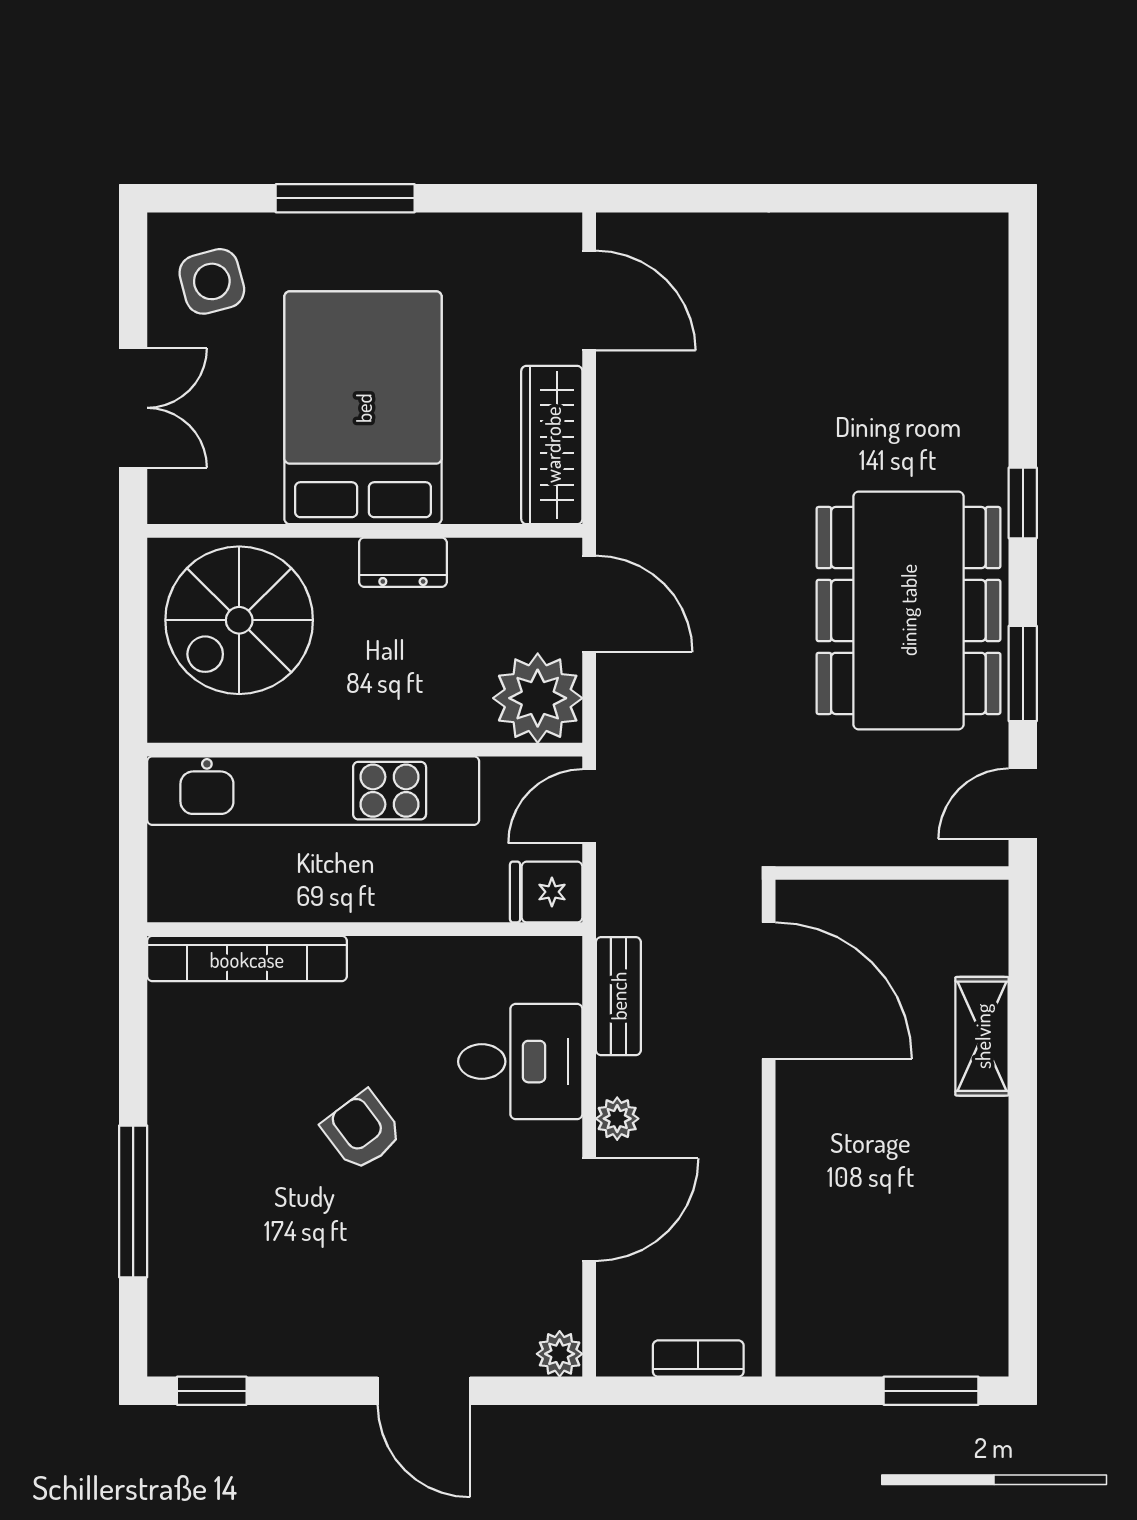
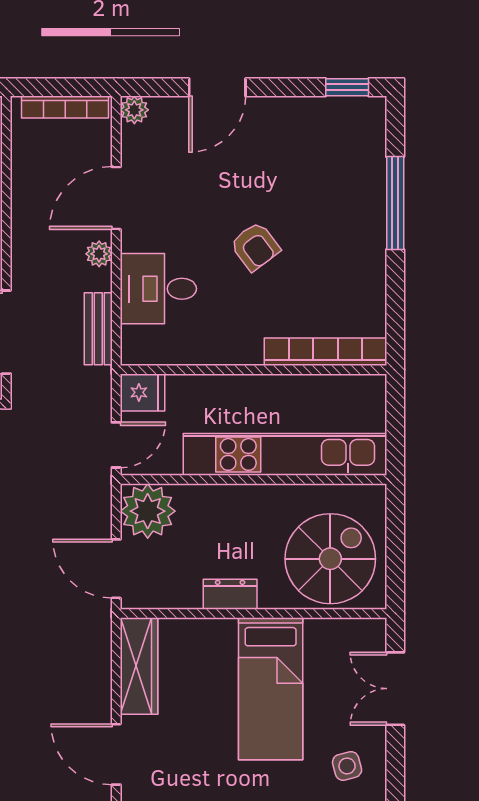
side table: (212, 281) -> (347, 766), width x0.73, depth x0.73
bed: (363, 408) -> (271, 689), width x0.67
bookcase: (698, 1359) -> (65, 107), width x1.56
door: (424, 1391) -> (217, 87), swing flipped

